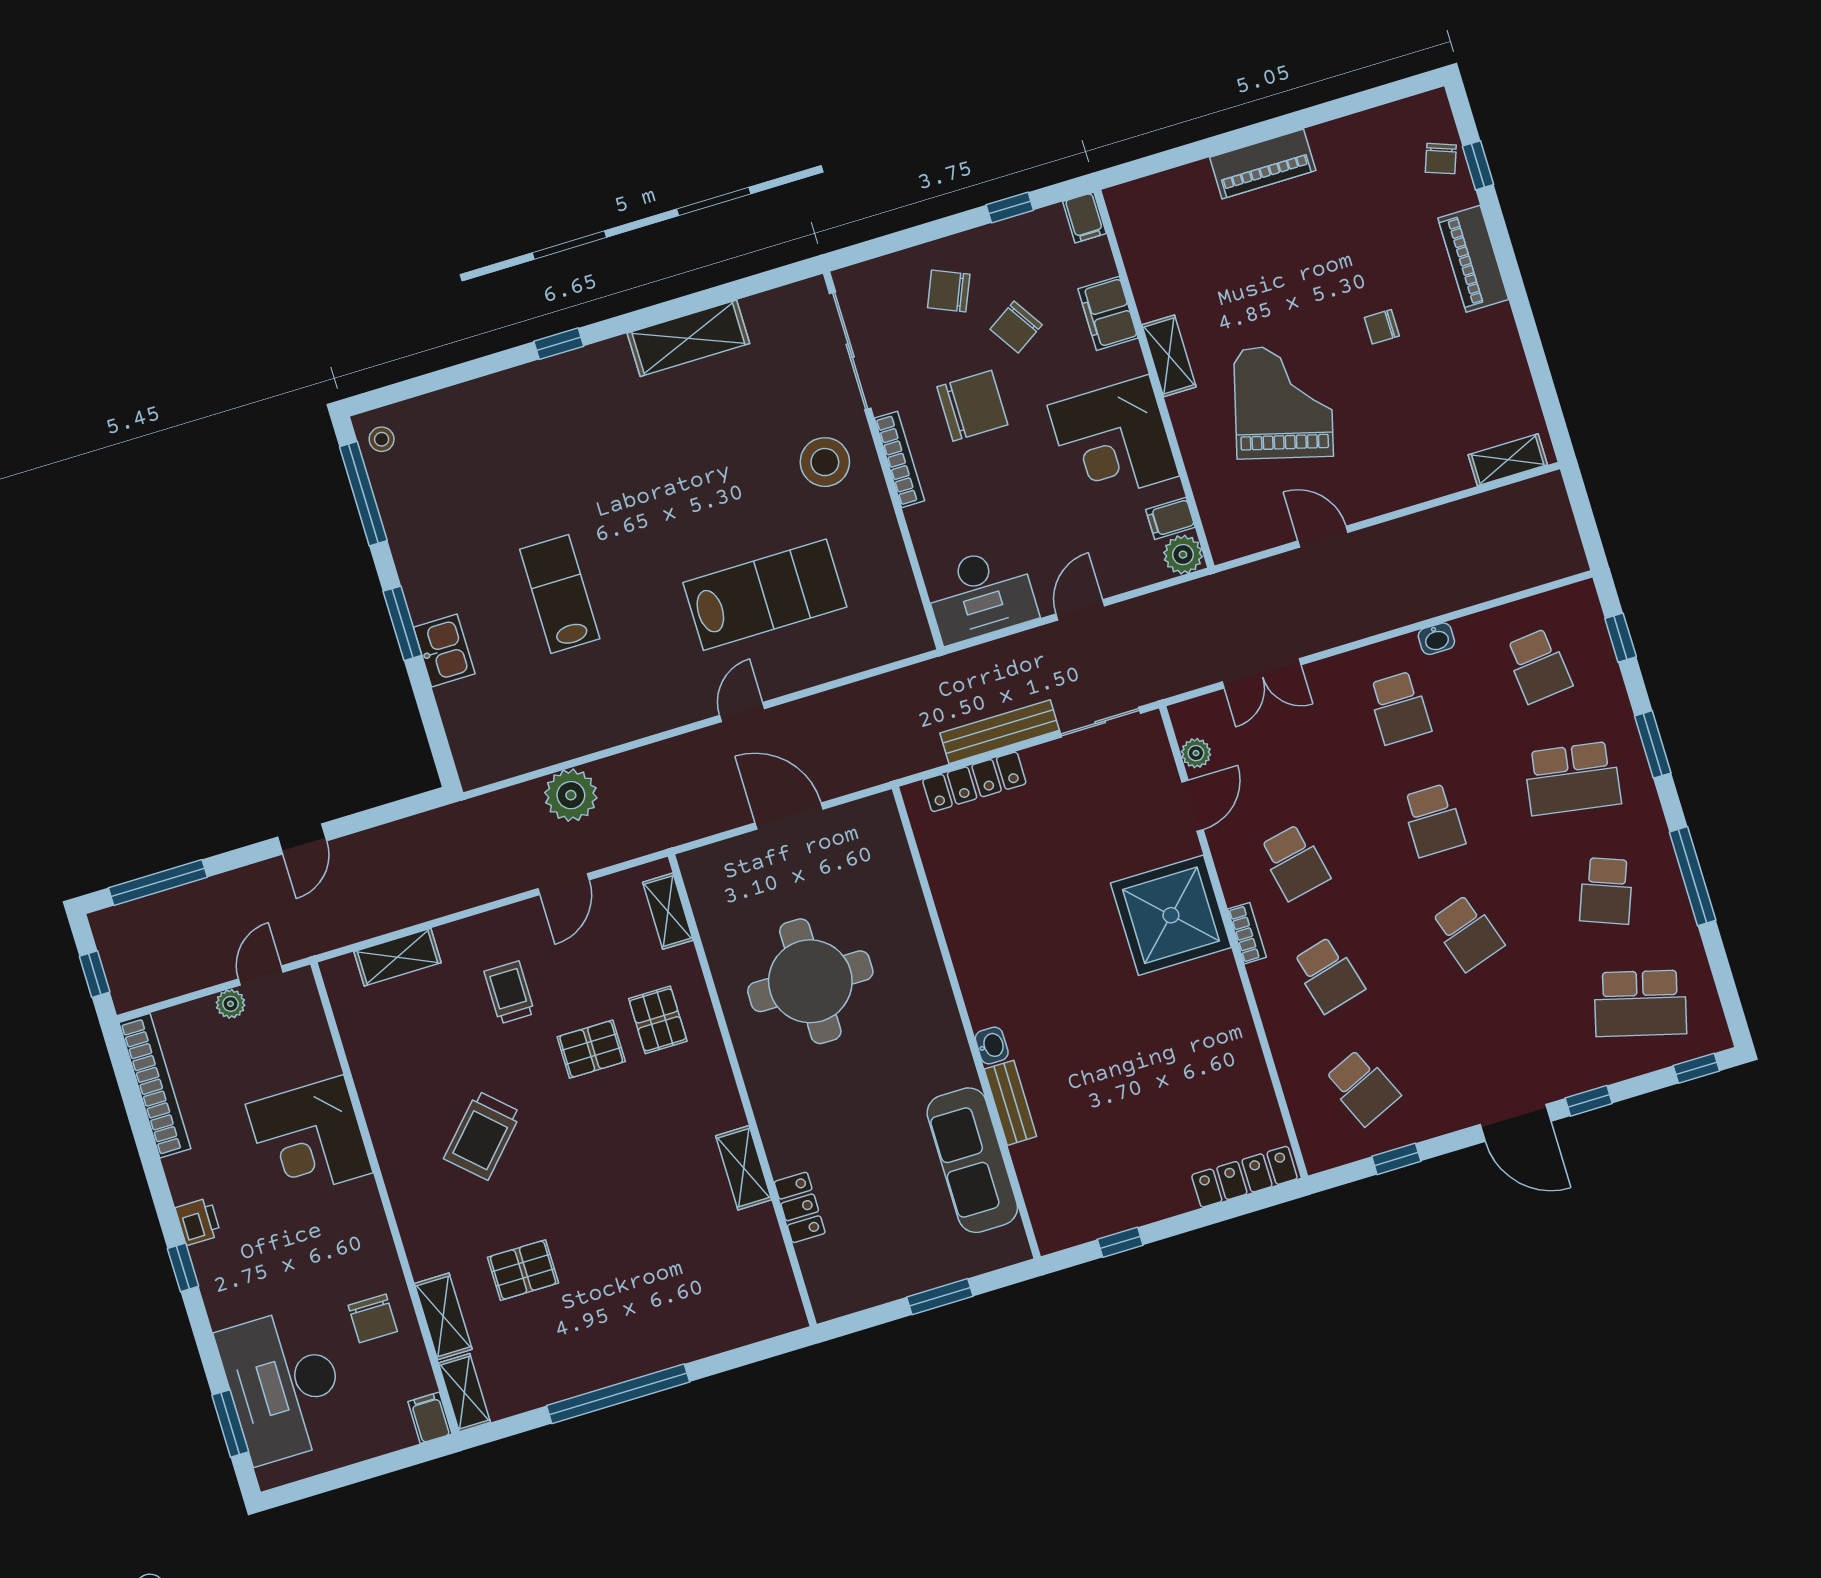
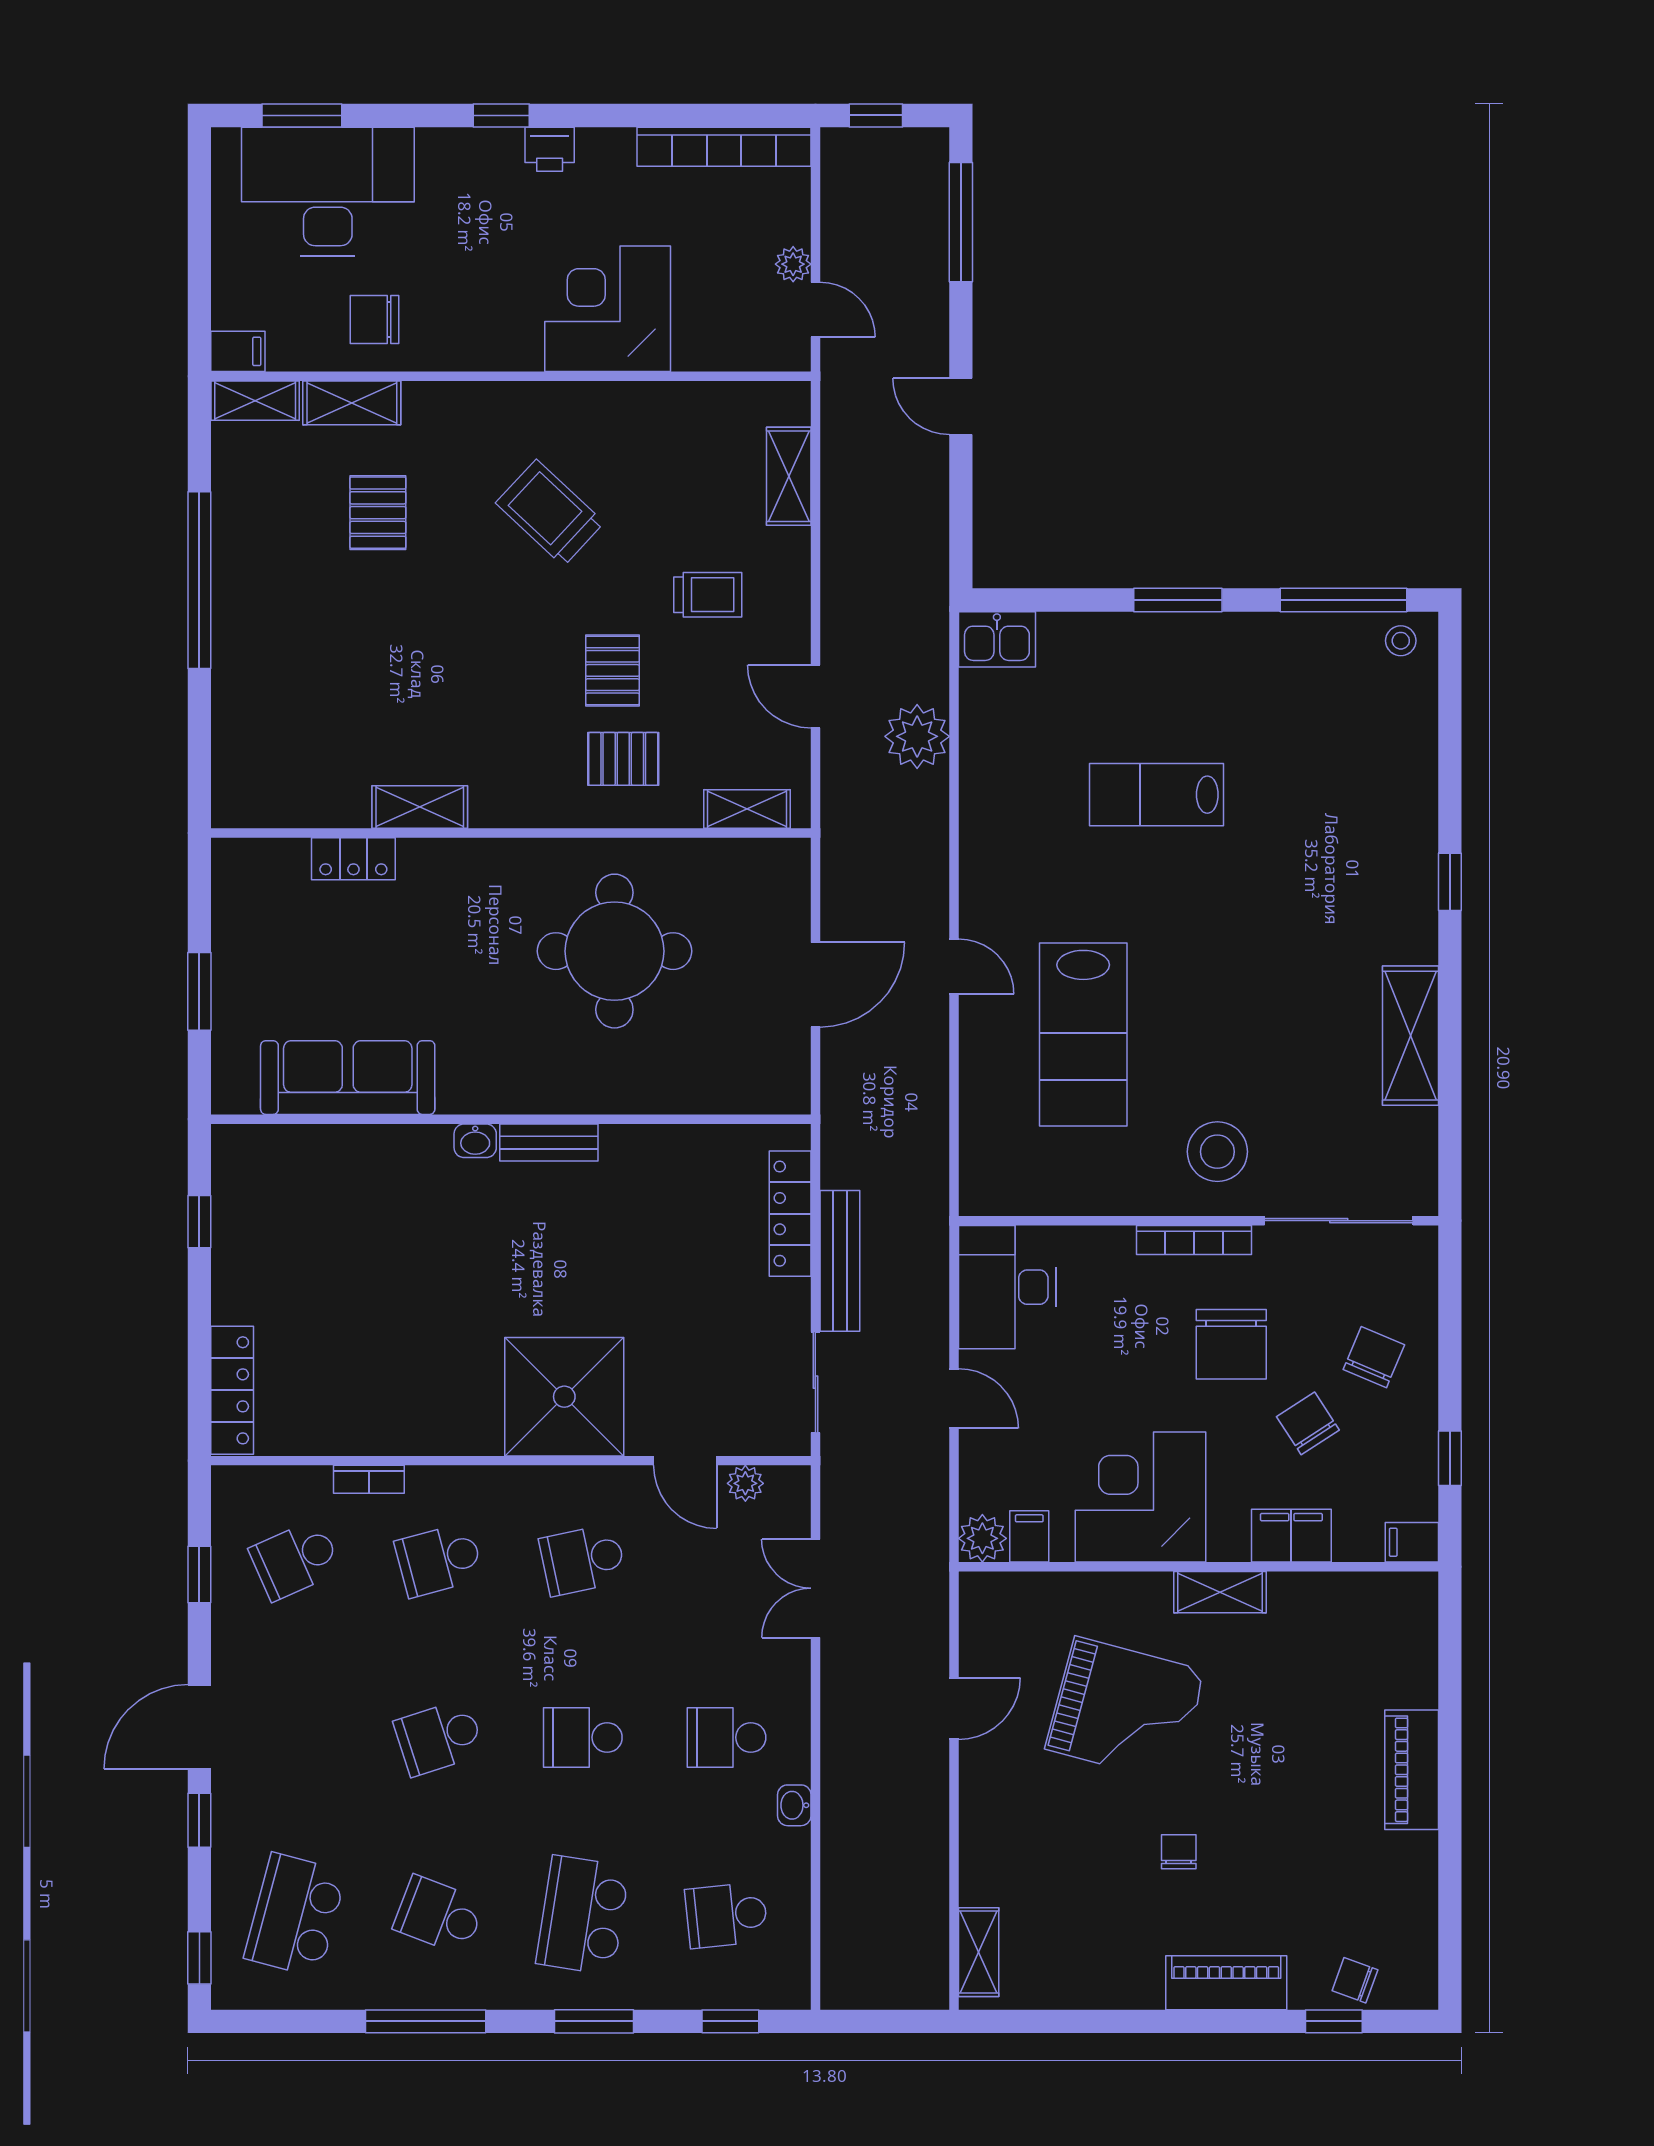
lab bench: (560, 594) -> (1157, 795), turned 180
kitchen sink: (444, 651) -> (997, 639), moved
bookcase: (1247, 933) -> (369, 1479), moved
bench: (1010, 1103) -> (549, 1142), moved

